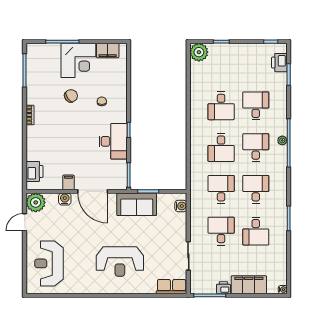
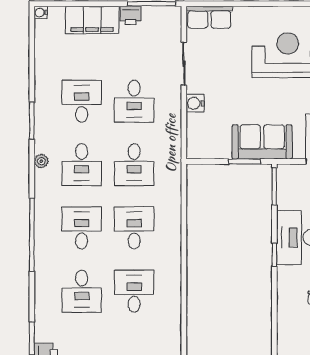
plant: (282, 140) -> (41, 161), moved
desk: (256, 148) -> (82, 228), turned 180
water cooler: (181, 206) -> (195, 103), moved

